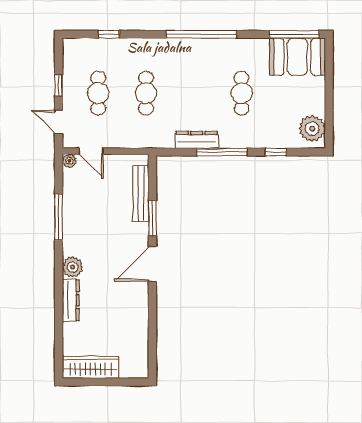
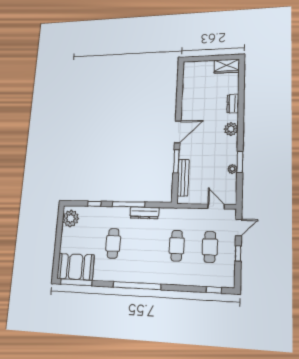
window: (109, 34) -> (214, 290), moved
door: (59, 122) -> (239, 227), hinge flipped
plant: (69, 161) -> (232, 169), moved
window: (59, 217) -> (240, 162), width x0.69
dresser: (71, 300) -> (233, 104), width x0.70
wardrobe: (91, 367) -> (227, 66), width x0.67

